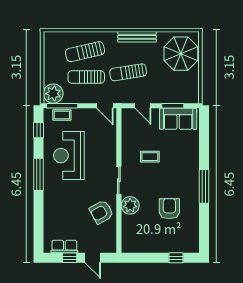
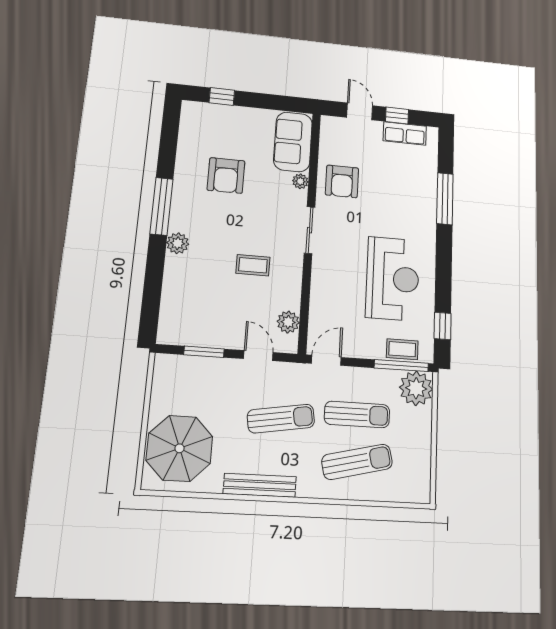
door: (105, 106) -> (326, 360), hinge flipped
sofa: (178, 119) -> (293, 142), moved, turned -90
plant: (128, 126) -> (288, 322), added
plant: (193, 166) -> (178, 243), added
window: (39, 174) -> (445, 199), moved
plant: (130, 205) -> (300, 181), width x0.53, depth x0.53
armchair: (101, 212) -> (342, 181), turned 119

